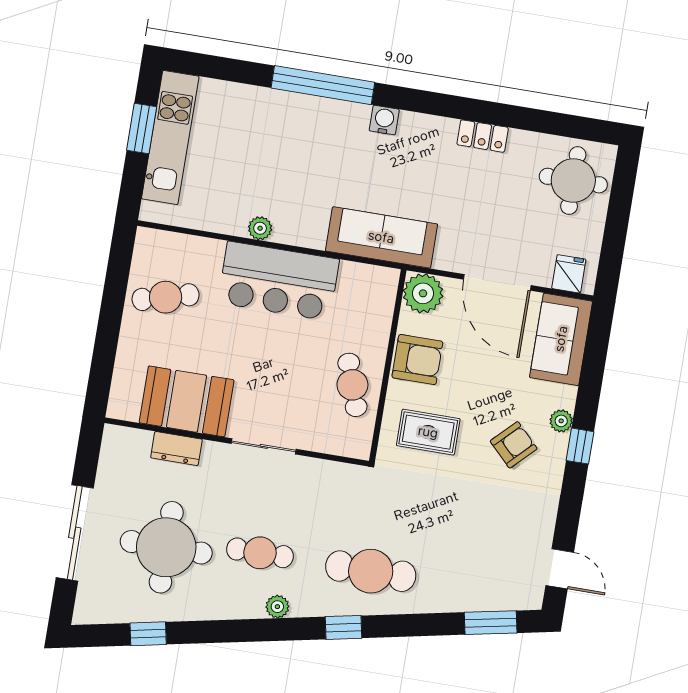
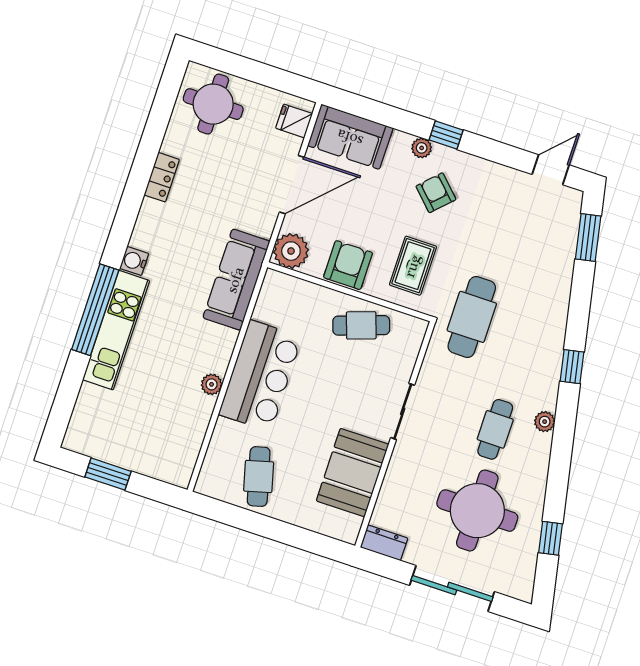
kitchen unit: (170, 137) -> (116, 330), moved, turned 90
dresser: (176, 448) -> (384, 543), moved, turned -90
cafe table: (371, 571) -> (472, 317), moved

